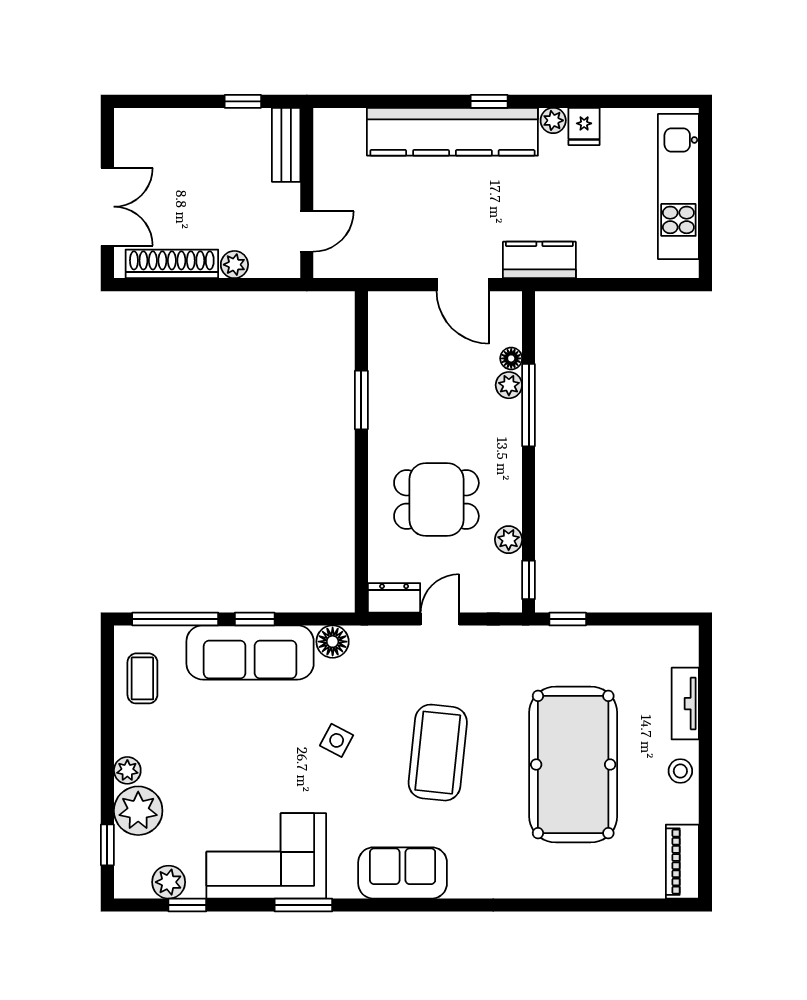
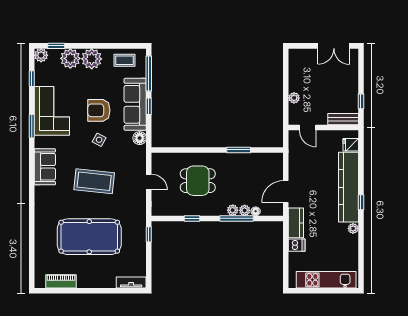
fridge: (584, 126) -> (351, 145), moved
double door: (107, 207) -> (334, 46), moved
dishwasher: (594, 258) -> (297, 245), added
shoe rack: (172, 264) -> (294, 72), removed
dining table: (436, 500) -> (198, 181), turned 90
plant: (509, 540) -> (233, 210), moved
window: (529, 580) -> (192, 218), moved
dresser: (394, 598) -> (158, 163), removed
tv unit: (685, 704) -> (131, 283), moved
armchair: (265, 741) -> (99, 110), added
plant: (127, 770) -> (92, 59), width x1.88, depth x1.88
stool: (680, 771) -> (87, 281), removed
piano: (682, 862) -> (61, 281), moved
plant: (169, 882) -> (41, 55), moved

